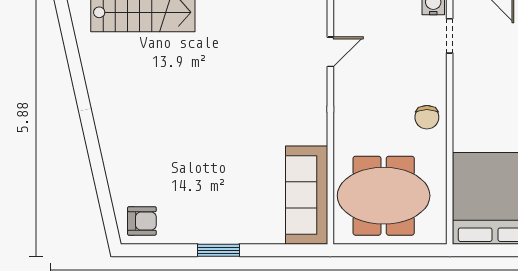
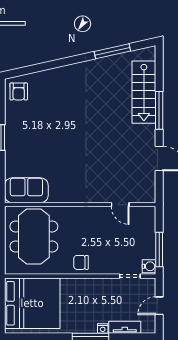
window: (75, 65) -> (112, 51), added
sofa: (307, 195) -> (26, 190), width x0.73

